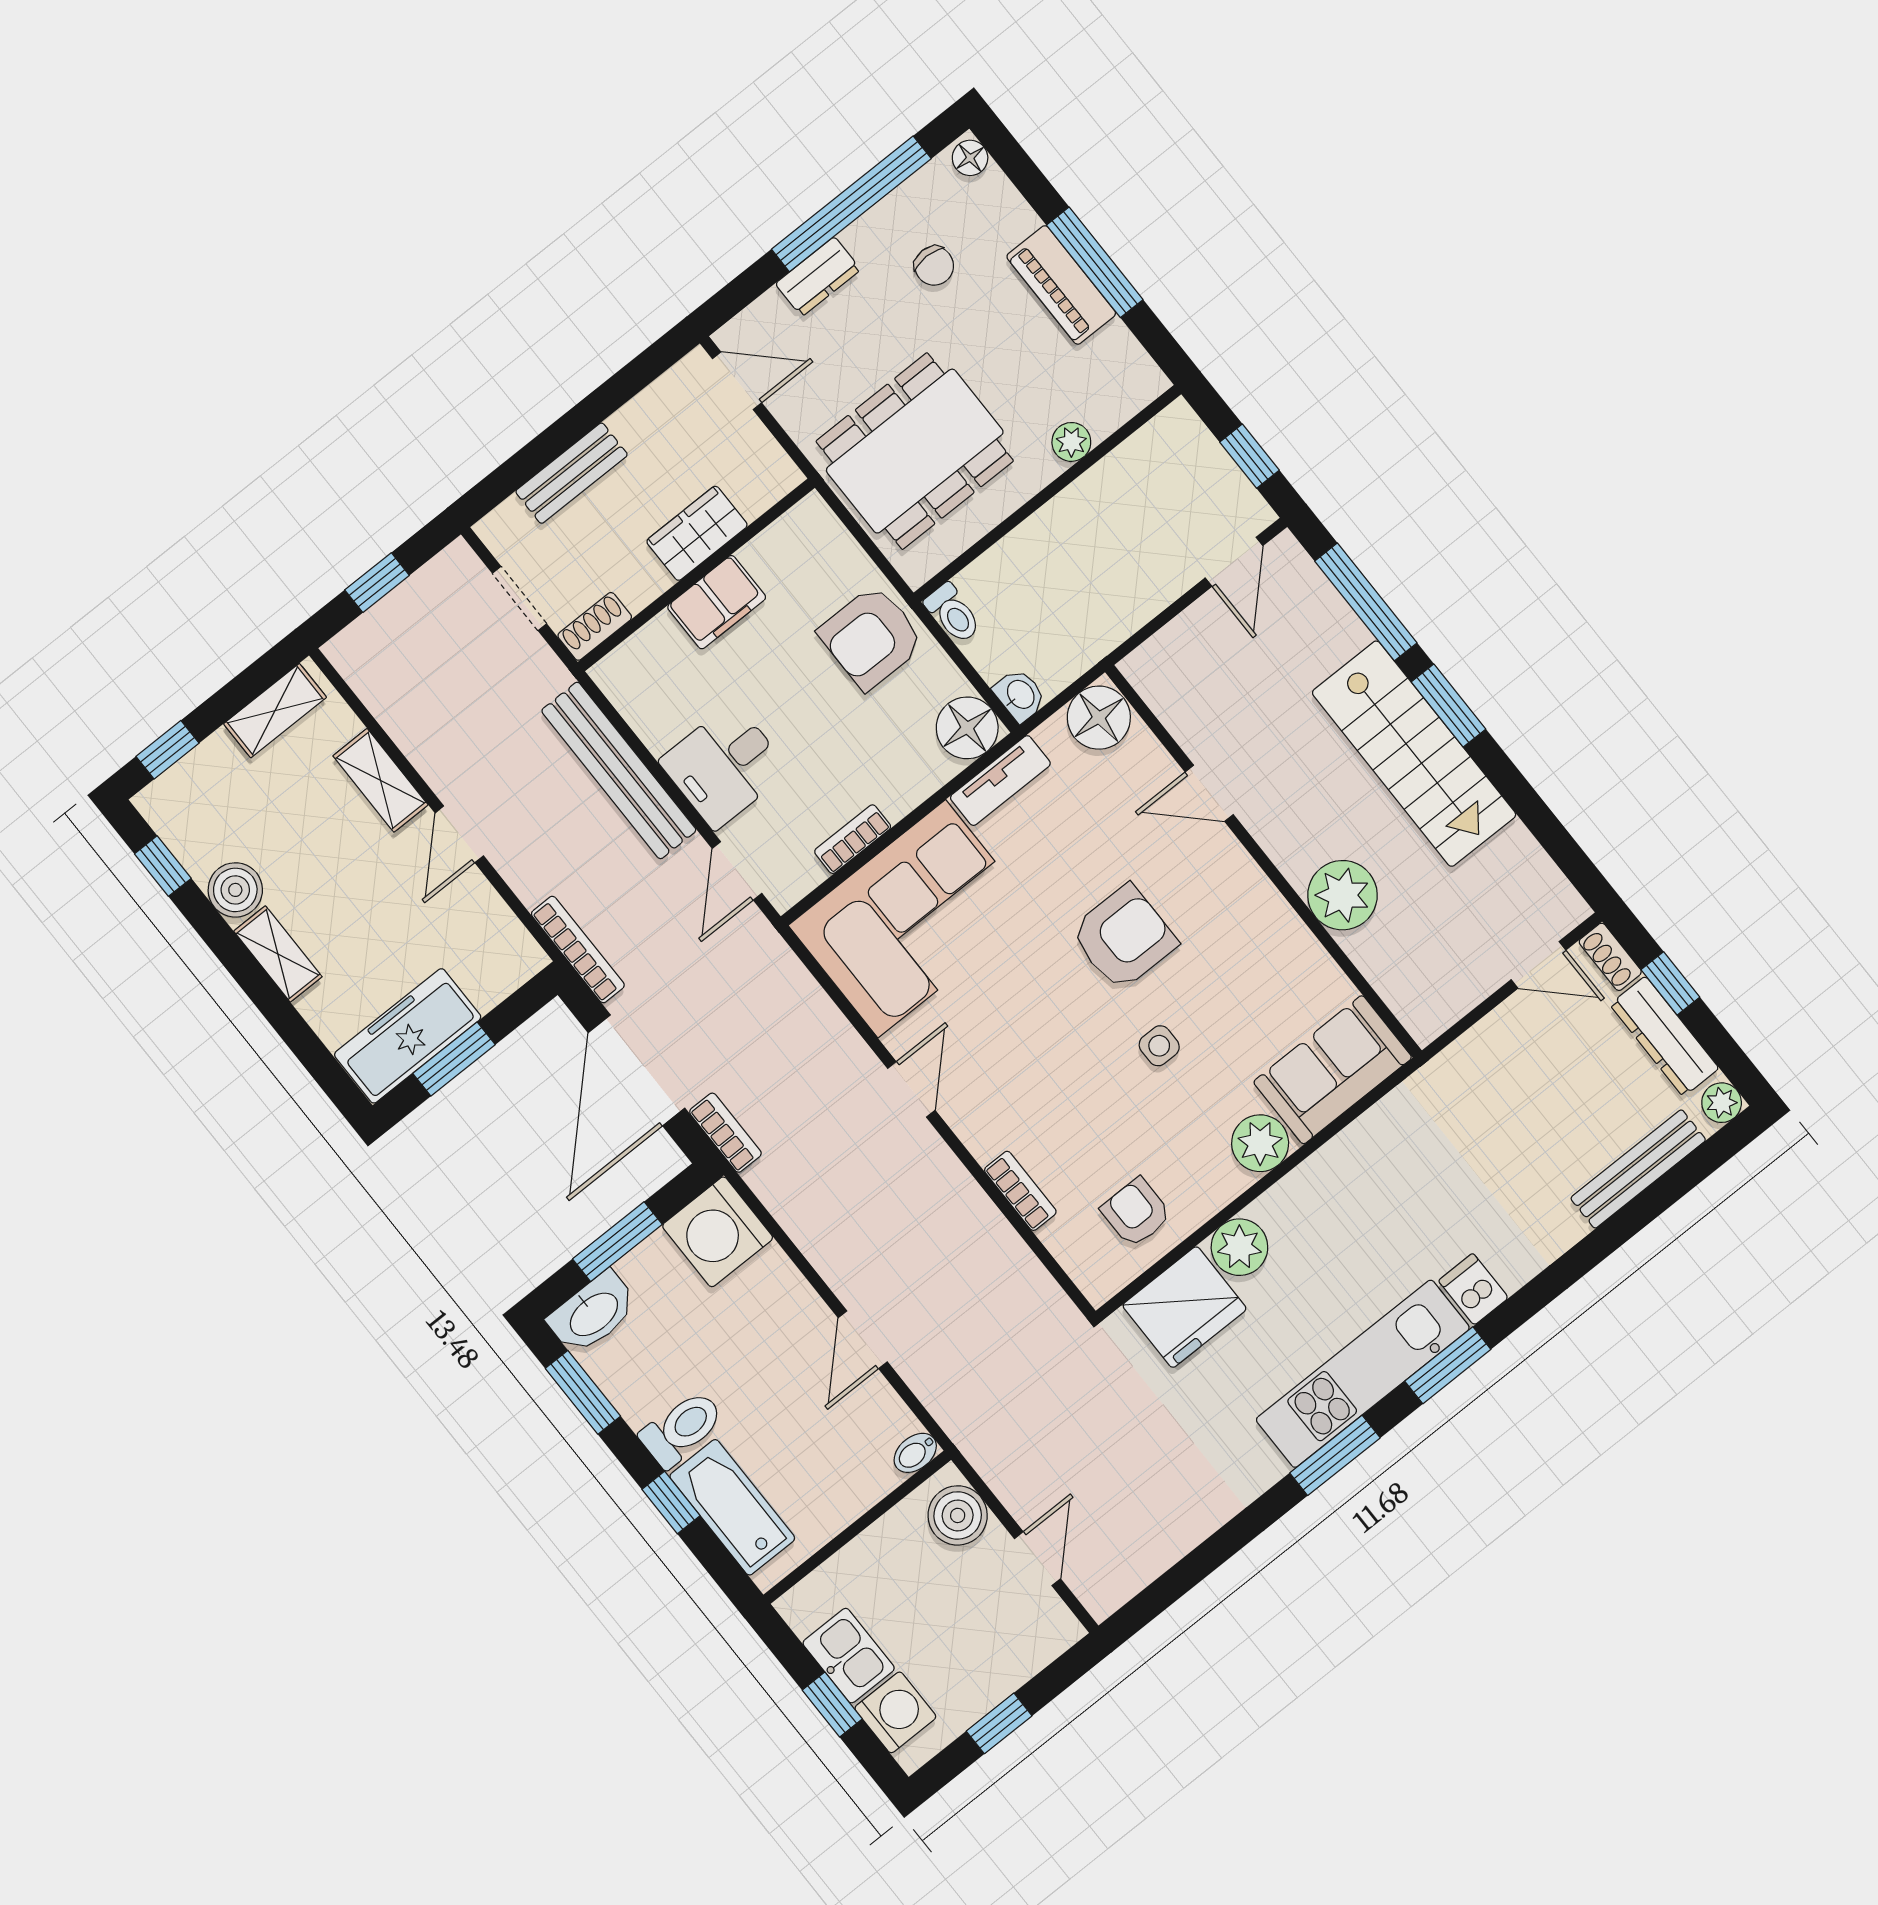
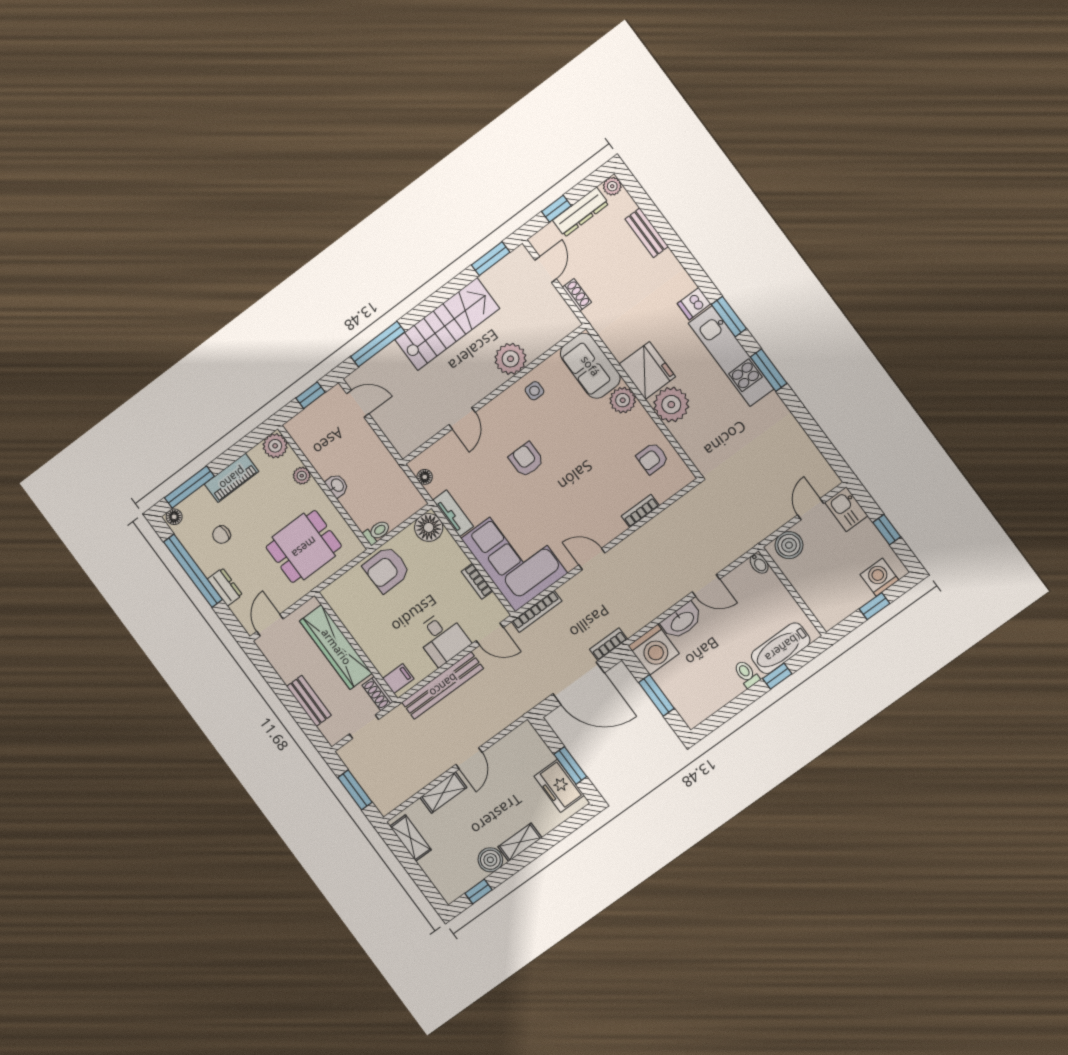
window: (1095, 262) -> (189, 487), moved
chair: (934, 266) -> (221, 535), turned 180
plant: (1135, 381) -> (275, 446), added
dining table: (915, 451) -> (304, 547), width x0.73
wardrobe: (697, 533) -> (336, 647), width x2.10, depth x1.17
window: (377, 583) -> (355, 790), width x1.50
filing cabinet: (717, 602) -> (398, 679), moved, width x0.50
armchair: (871, 637) -> (387, 569), turned 89
washbasin: (1020, 695) -> (337, 485), moved, turned 90
window: (1449, 706) -> (491, 259), moved
floor lamp: (1099, 718) -> (425, 477), width x0.53, depth x0.53
window: (168, 750) -> (426, 887), removed
door: (459, 834) -> (469, 758), hinge flipped
armchair: (1124, 937) -> (526, 460), width x0.72, depth x0.72
bookcase: (578, 950) -> (537, 611), moved, turned 180
shoe rack: (1610, 957) -> (577, 295), moved, turned -90
freezer: (408, 1036) -> (559, 786), width x0.71
side table: (1159, 1046) -> (534, 391), moved
bench: (1638, 1169) -> (647, 233), width x0.73
plant: (1239, 1247) -> (671, 405), width x1.36, depth x1.36
fridge: (1185, 1307) -> (647, 370), moved
washbasin: (593, 1313) -> (682, 621), moved, turned 90
window: (583, 1392) -> (725, 714), removed
toilet: (682, 1429) -> (746, 674), width x0.73, depth x0.72
door: (1038, 1559) -> (811, 509), hinge flipped
kitchen sink: (849, 1656) -> (846, 509), moved, turned -90

